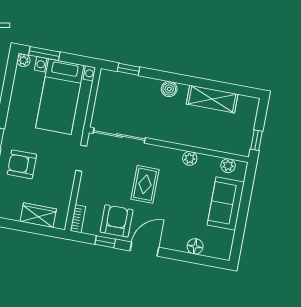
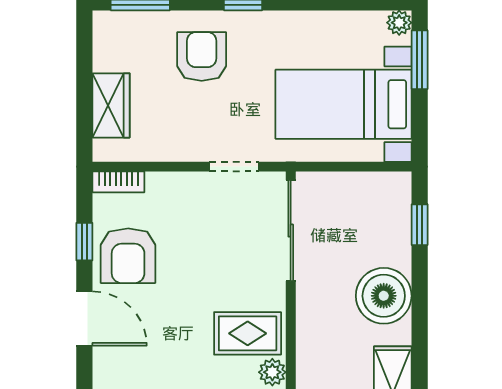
boiler: (169, 89) -> (384, 296), width x1.86, depth x1.86
rug: (145, 184) -> (248, 333), moved
armchair: (117, 221) -> (128, 256), turned 90

